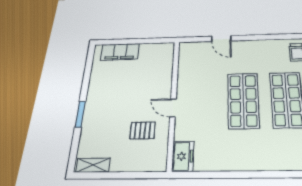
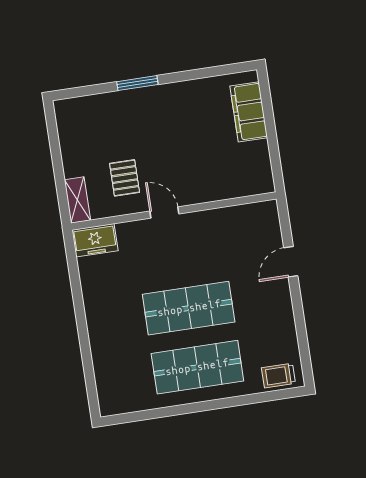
door: (173, 108) -> (164, 212), hinge flipped
shelving: (93, 165) -> (77, 200), moved

